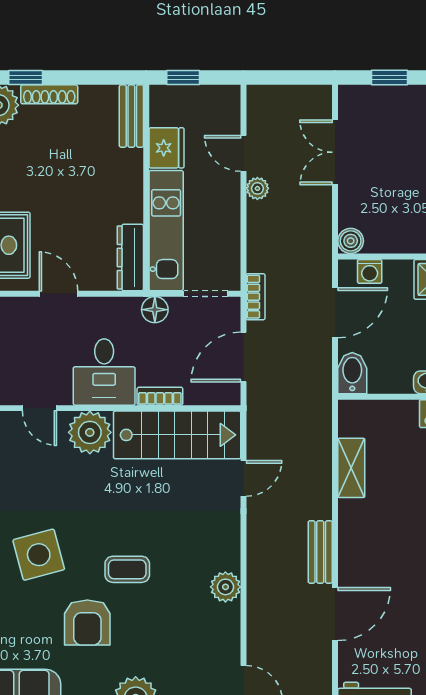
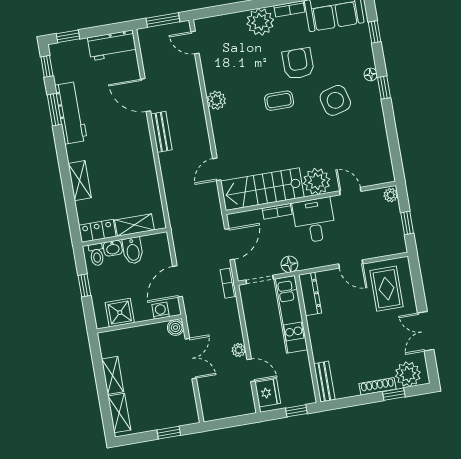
fridge: (166, 148) -> (268, 393), moved, turned 180
double door: (335, 152) -> (191, 359), moved
bidet: (352, 373) -> (133, 251), moved
shelving: (351, 468) -> (135, 225), moved, turned 90
door: (335, 614) -> (146, 95), hinge flipped

